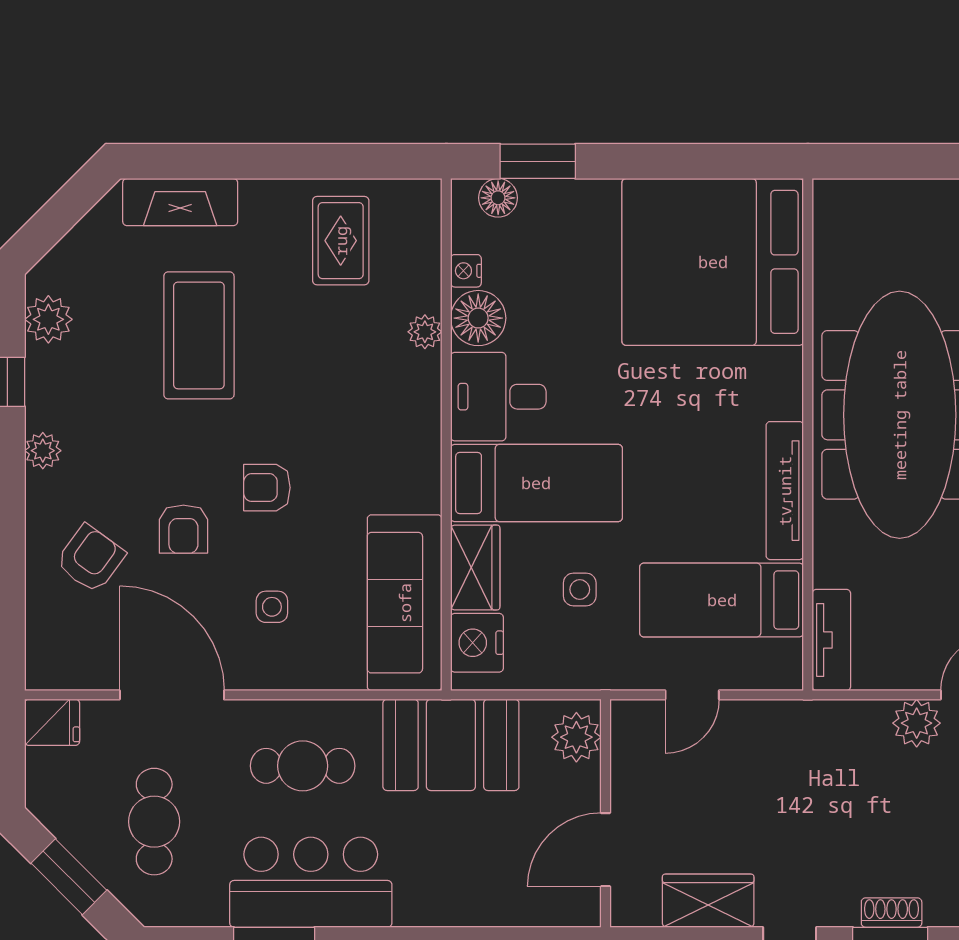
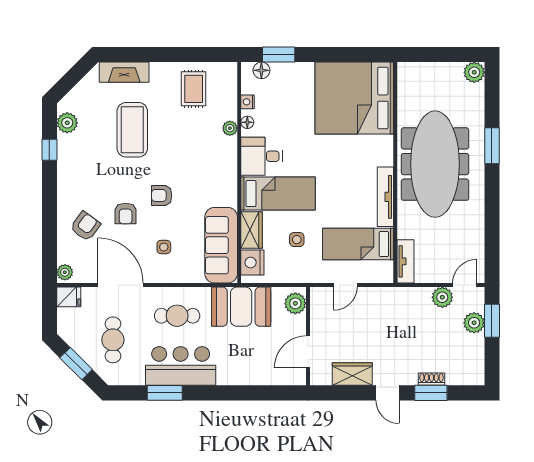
floor lamp: (478, 318) -> (247, 122), width x0.53, depth x0.53
plant: (43, 451) -> (65, 272), moved

